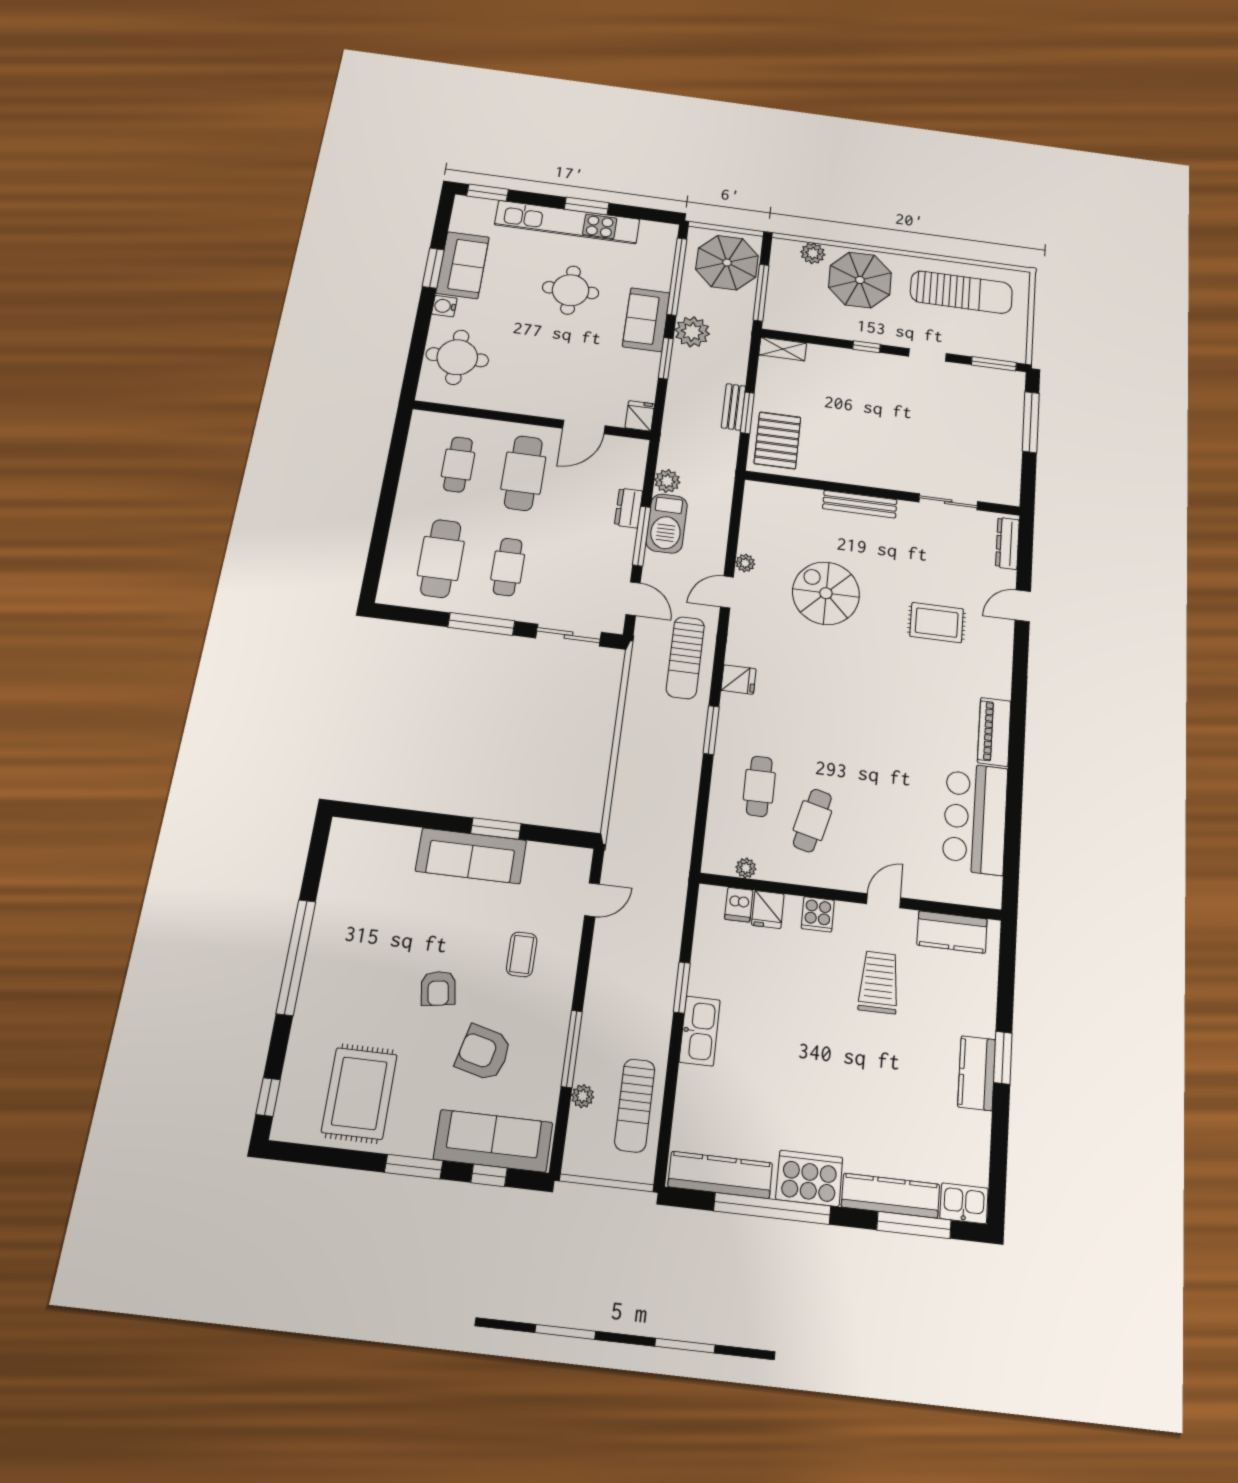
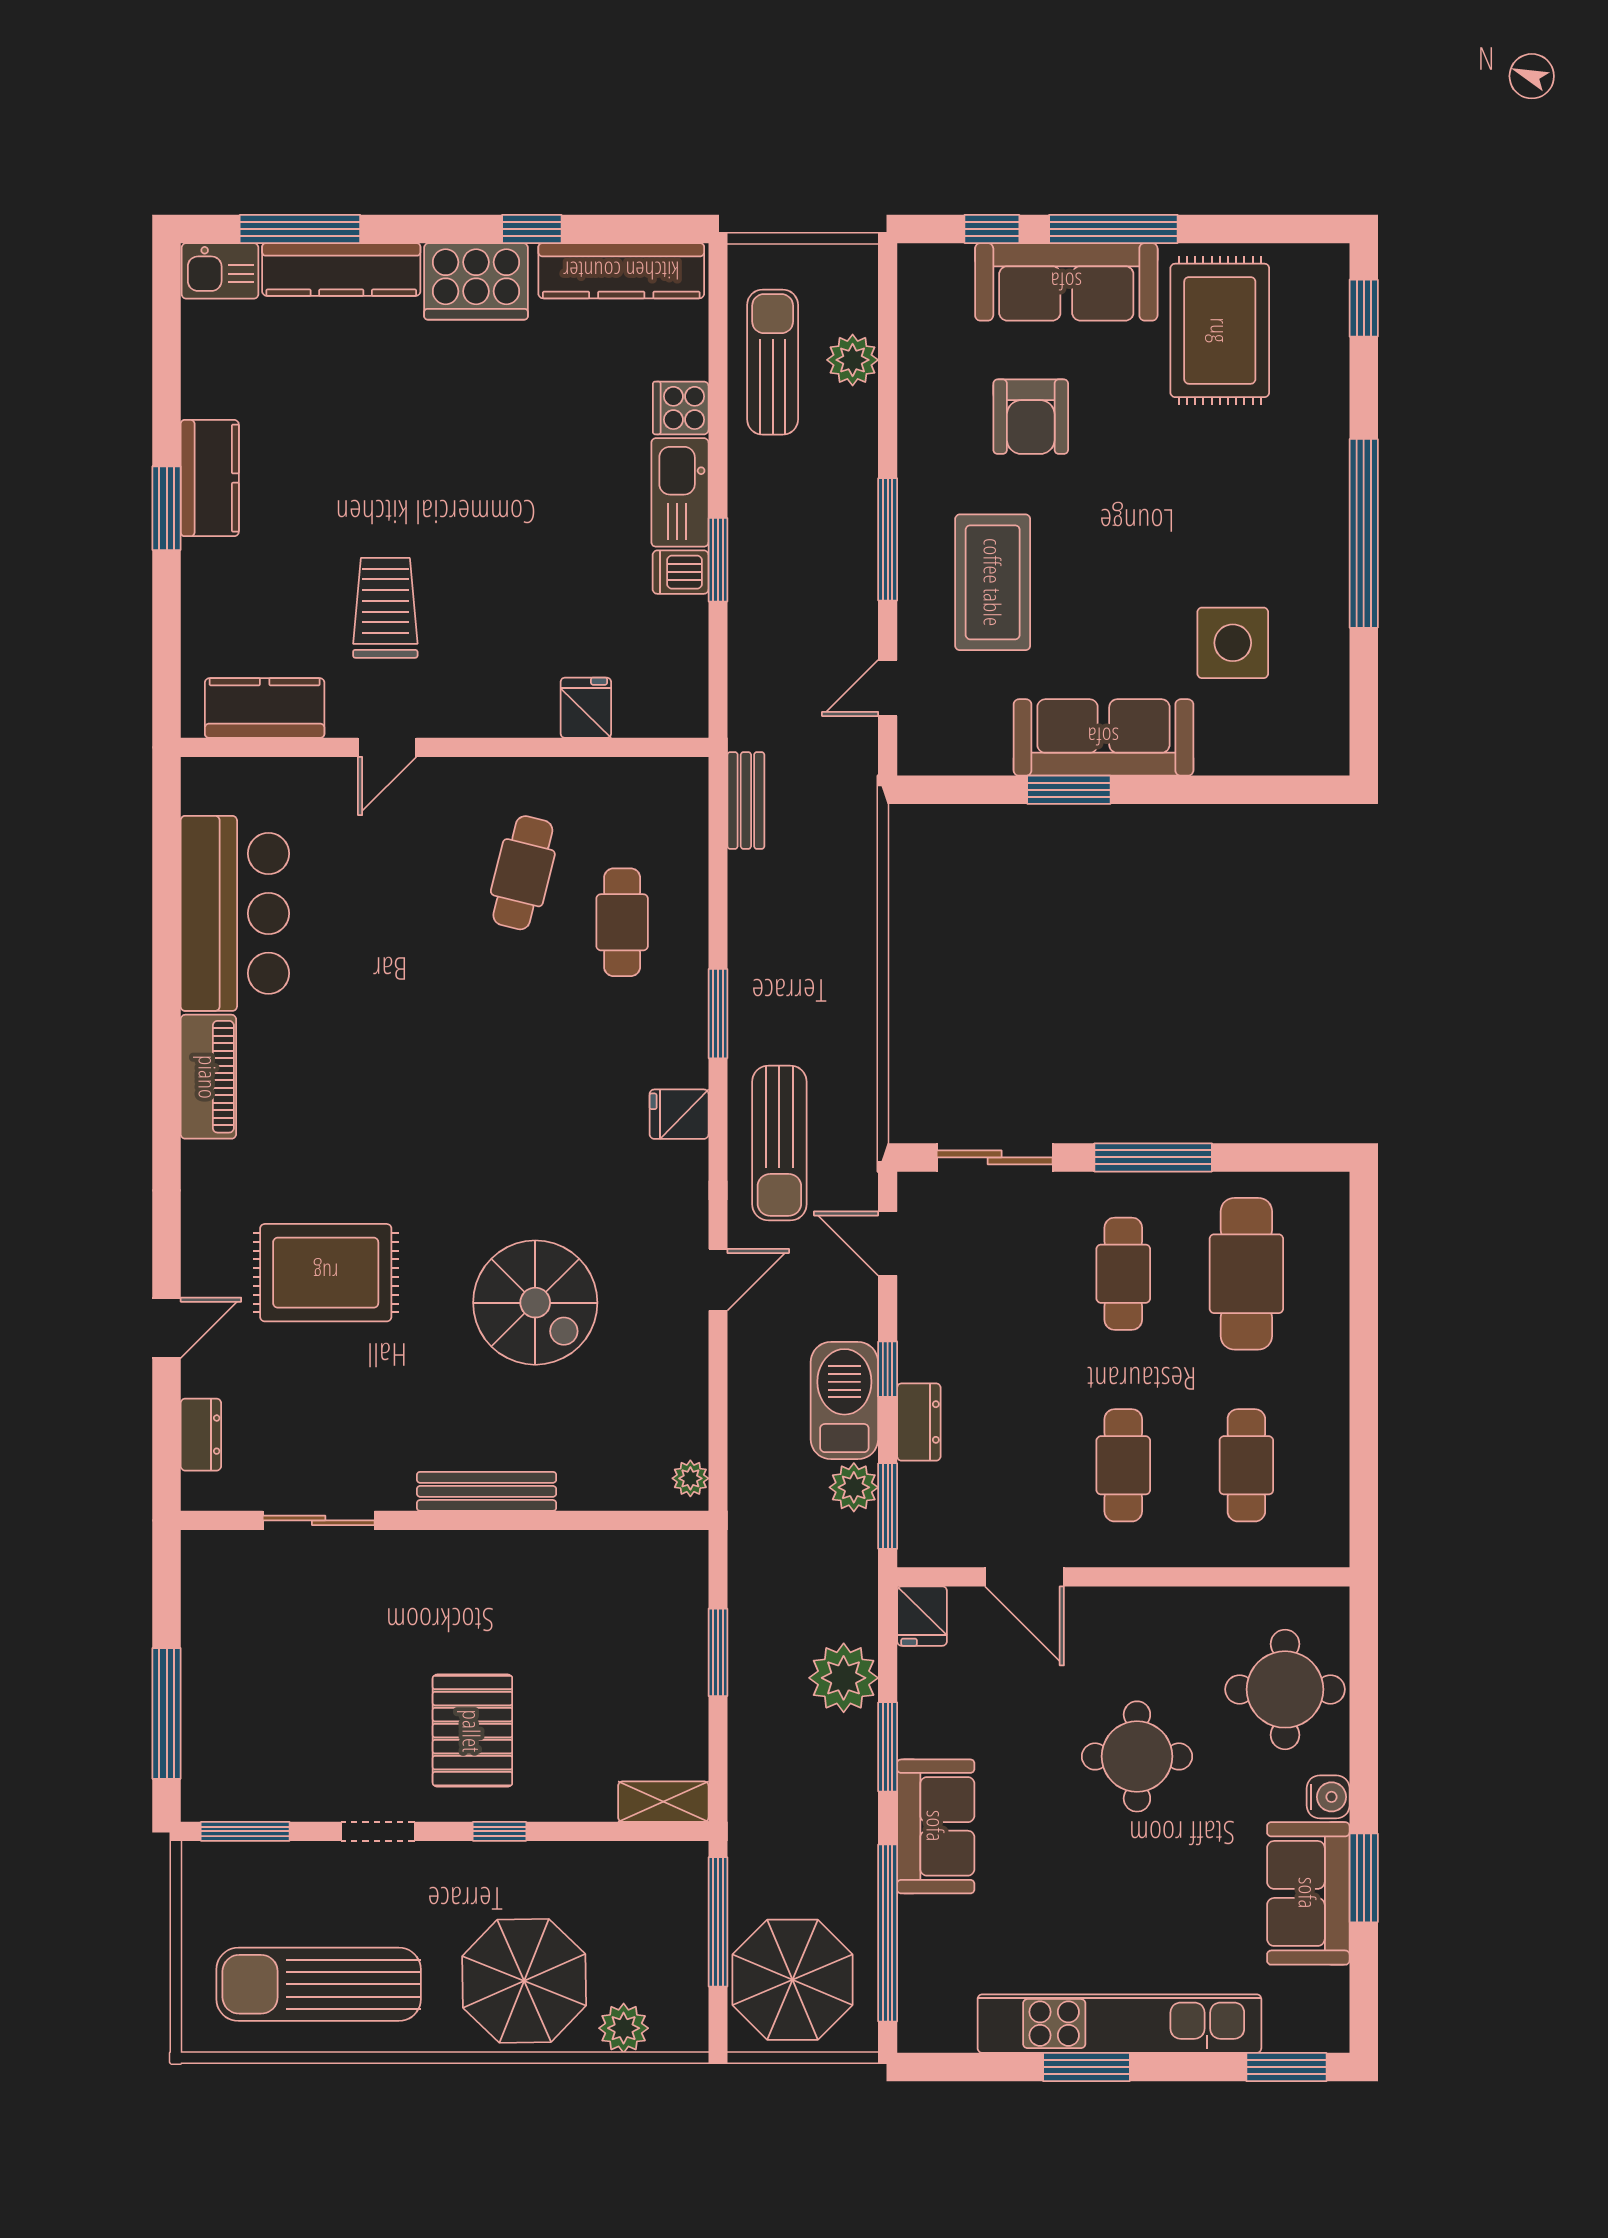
round table: (571, 290) -> (1137, 1756), moved
plant: (692, 332) -> (844, 1678), moved
bench: (733, 407) -> (746, 800), moved
door: (584, 427) -> (1024, 1577), swing flipped
pallet: (777, 440) -> (472, 1731), moved
window: (651, 470) -> (888, 1506), added
cafe table: (523, 473) -> (1123, 1465), width x0.73, depth x0.74
window: (642, 536) -> (888, 1369), width x0.46
dresser: (1007, 543) -> (201, 1435), width x0.70
plant: (745, 563) -> (690, 1478), moved
rug: (937, 623) -> (326, 1273), width x1.36, depth x1.43
sun lounger: (685, 658) -> (779, 1143), turned 180
plant: (746, 868) -> (631, 775), removed
side table: (386, 901) -> (1233, 643), added
dishwasher: (739, 905) -> (681, 572), moved, turned -90
cooker: (818, 914) -> (681, 408), moved, turned -90
coffee table: (522, 954) -> (993, 582), width x1.86, depth x1.72
trolley: (879, 982) -> (385, 608), turned 180
armchair: (438, 988) -> (1122, 511), removed
window: (572, 1049) -> (888, 539), moved
armchair: (484, 1053) -> (1031, 417), turned 76
plant: (583, 1096) -> (853, 360), width x1.38, depth x1.38
sofa: (493, 1141) -> (1066, 282), moved
window: (414, 1167) -> (1113, 229), width x1.44
window: (772, 1209) -> (532, 229), width x0.32

